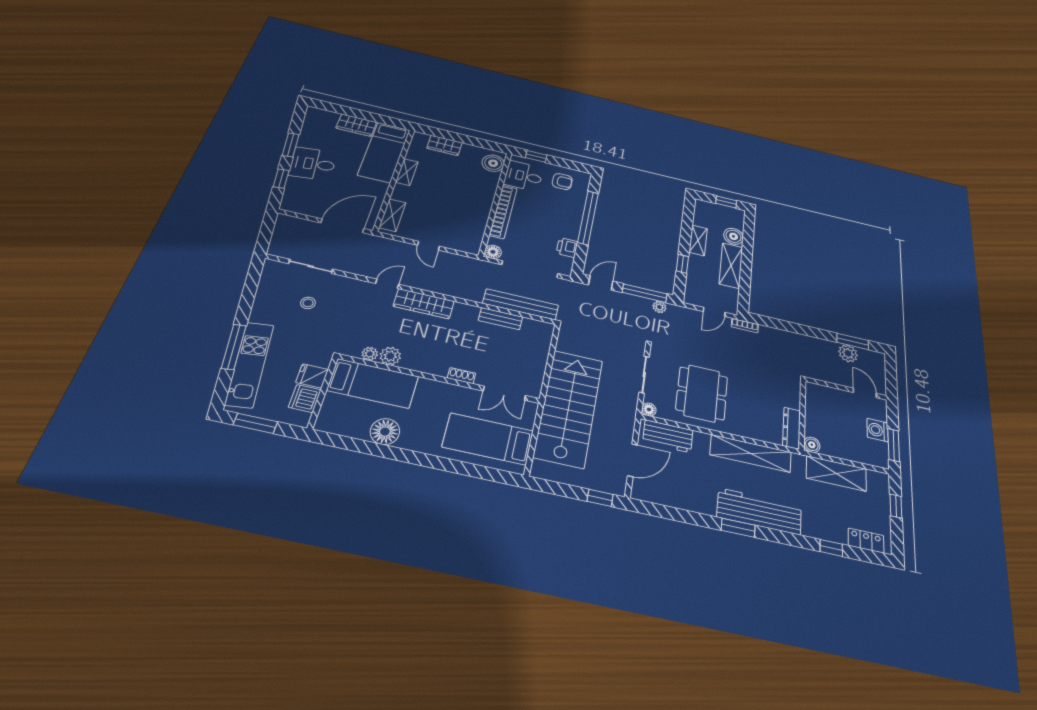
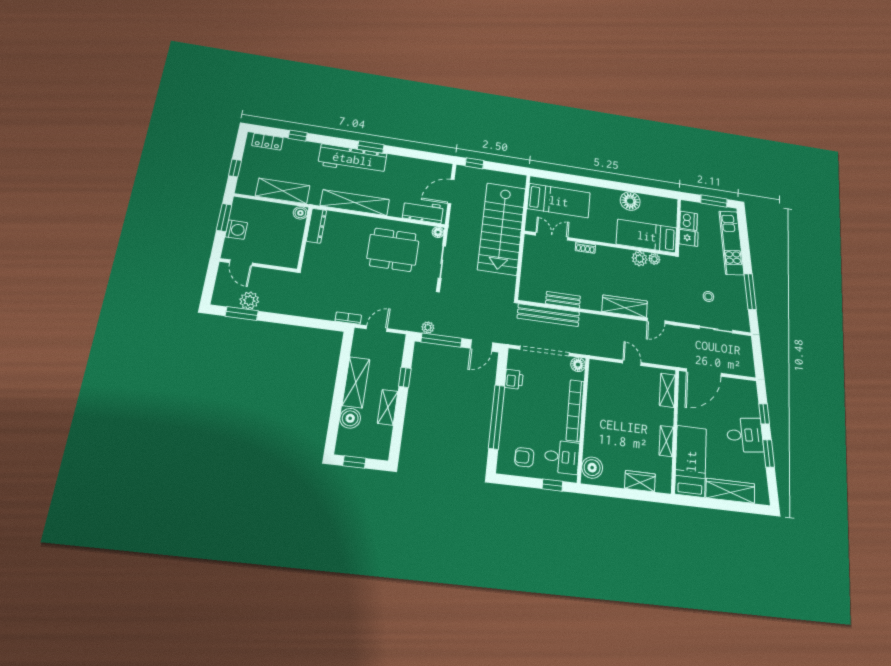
wardrobe: (356, 125) -> (730, 491), width x1.50
window: (234, 347) -> (750, 291), moved
dining table: (702, 393) -> (393, 250), turned 90

